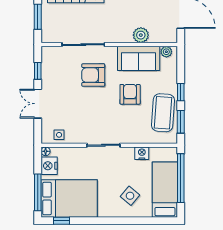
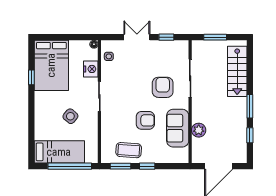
plant: (166, 52) -> (184, 153), removed
coffee table: (163, 113) -> (129, 150), width x0.73, depth x0.76
nightstand: (142, 153) -> (92, 131), removed
nightstand: (49, 166) -> (91, 69), moved, turned 90
window: (38, 192) -> (57, 37), removed
side table: (130, 196) -> (70, 116), moved
window: (61, 221) -> (31, 77), moved

